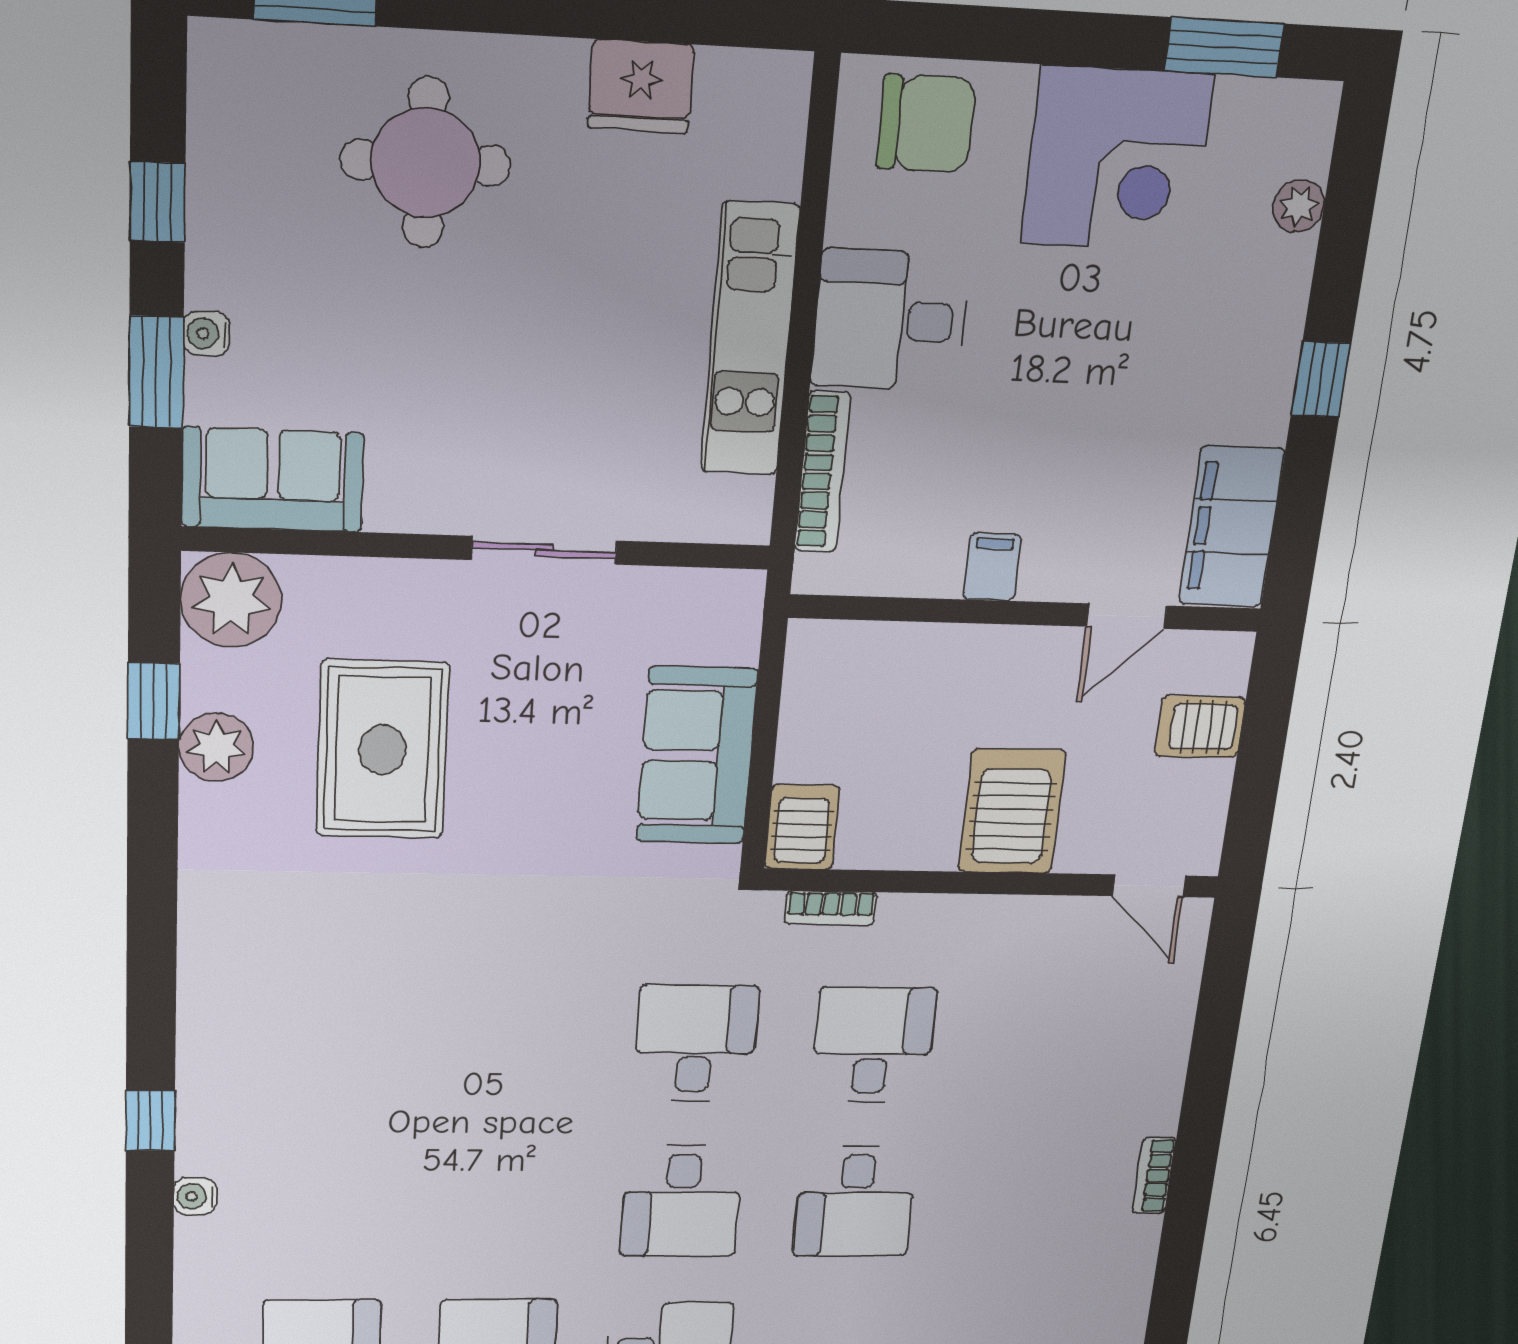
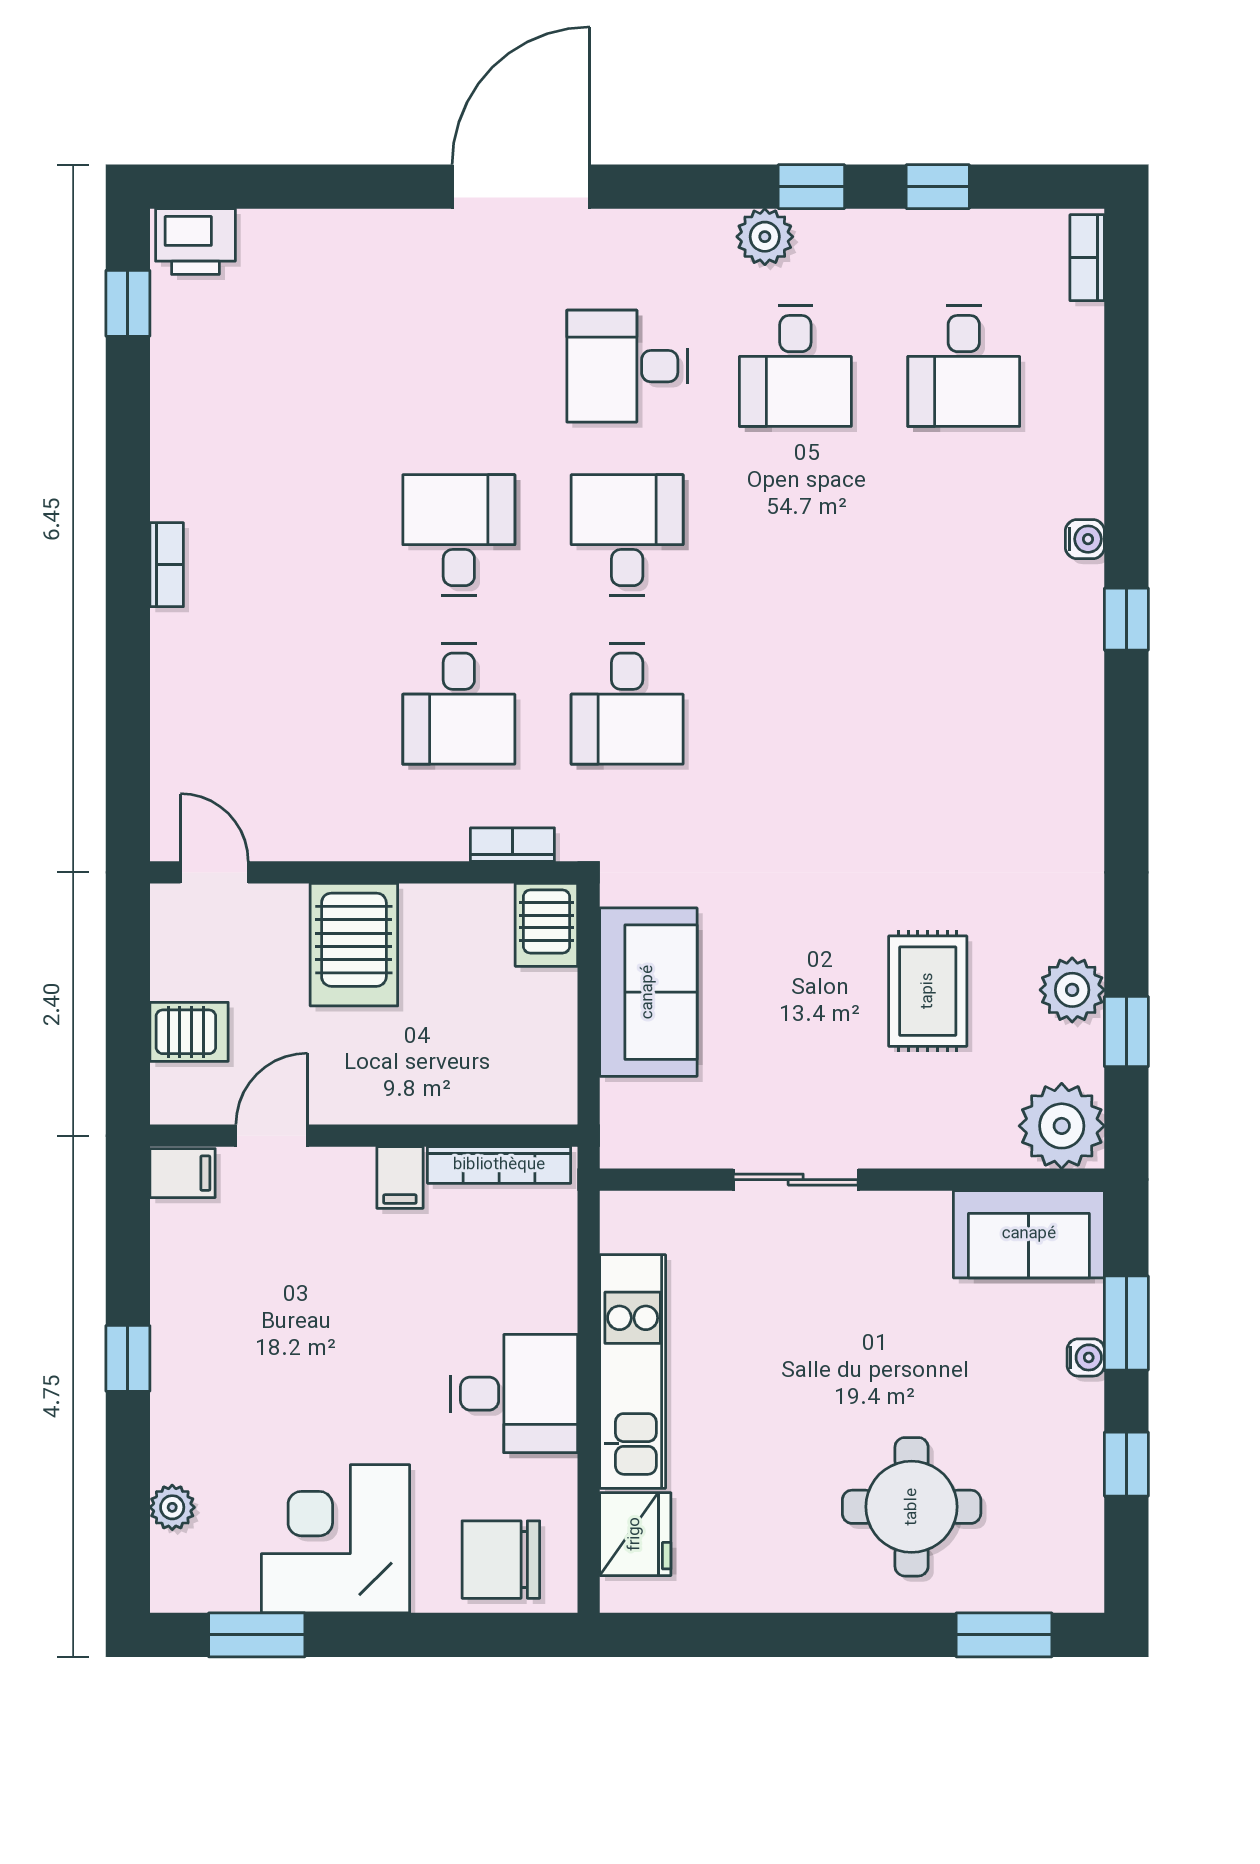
fridge: (641, 86) -> (635, 1534), moved, turned 90
bookcase: (823, 472) -> (499, 1165), moved, turned -90
filing cabinet: (1232, 527) -> (183, 1173), width x0.33, depth x0.86
rug: (382, 750) -> (928, 991), width x0.73, depth x0.70

